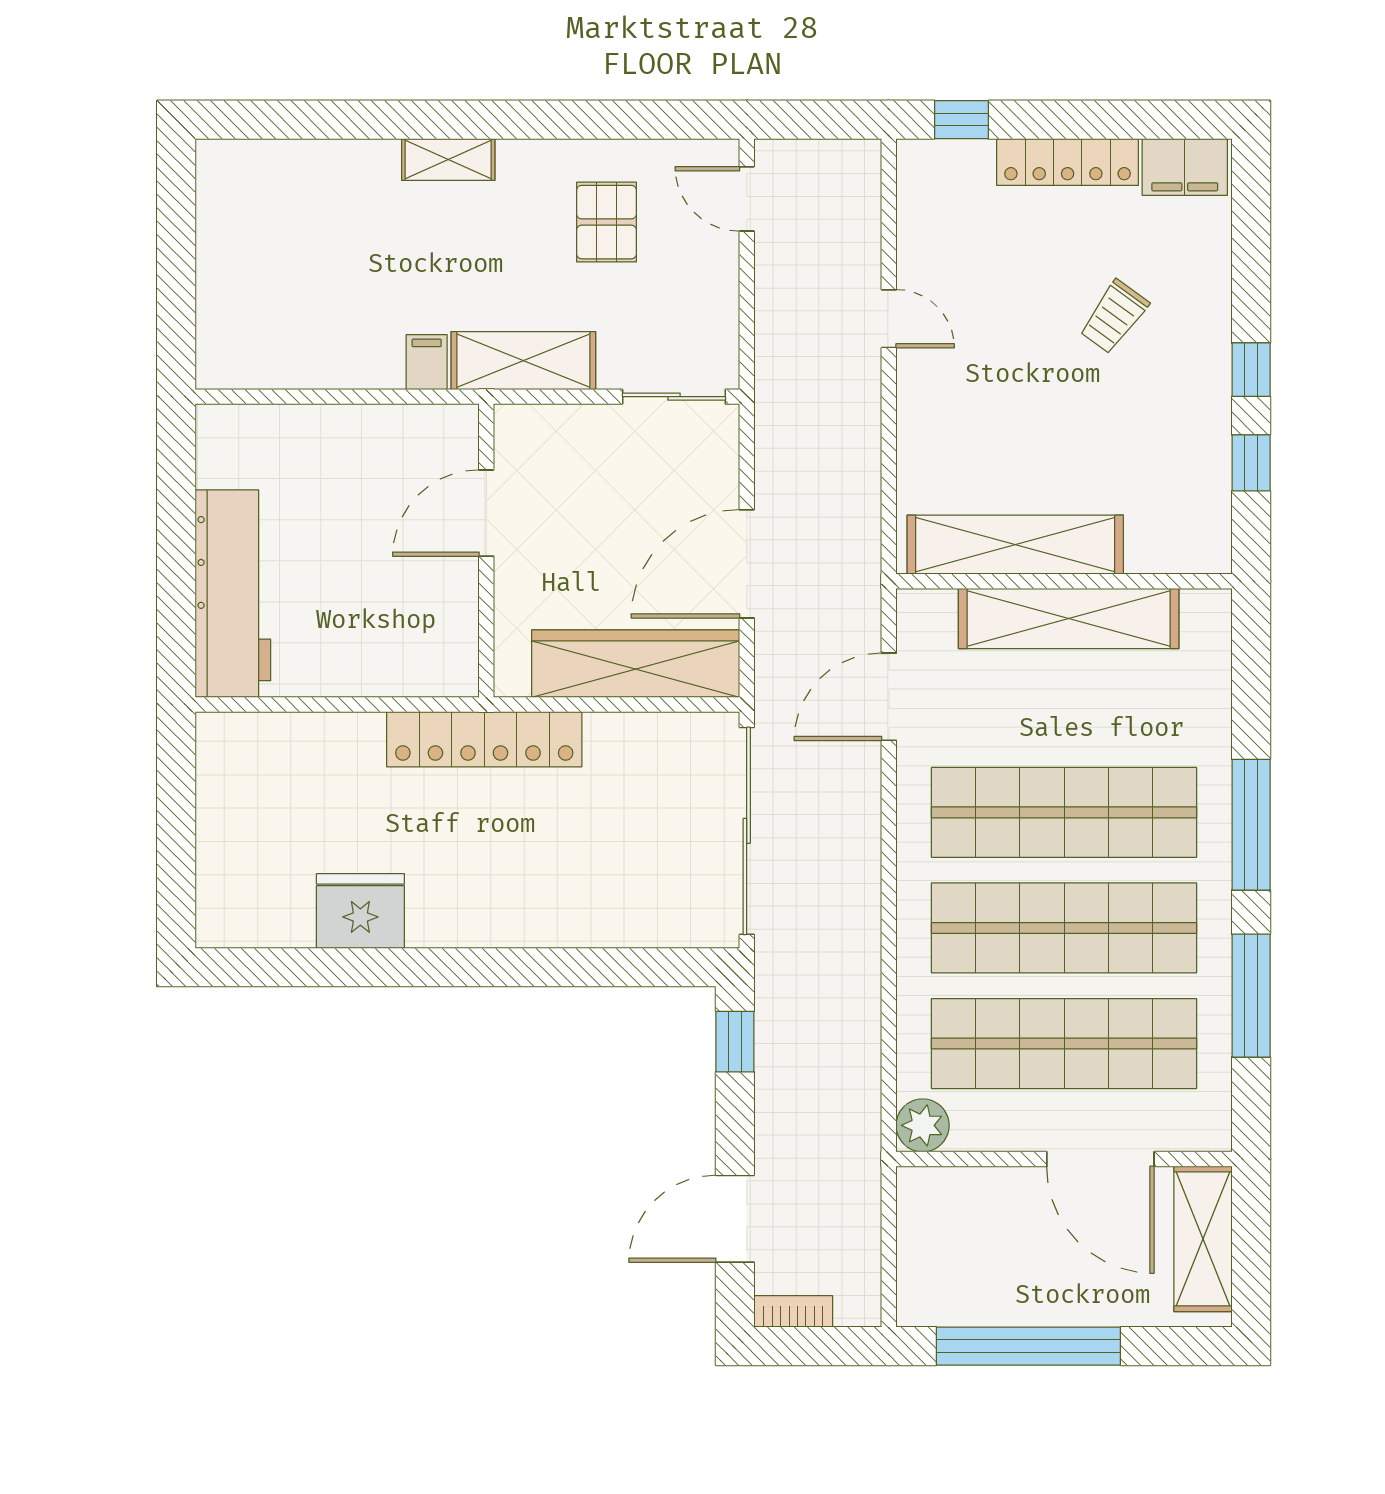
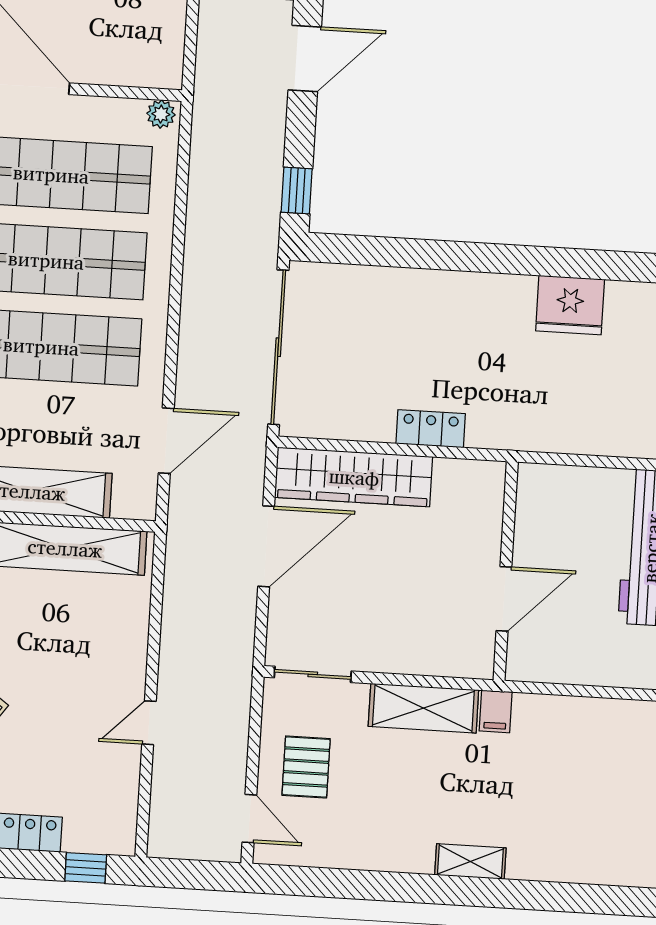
pallet: (606, 222) -> (306, 767), moved
door: (889, 319) -> (149, 723), hinge flipped
door: (486, 513) -> (504, 599), moved
wall: (486, 551) -> (506, 571), moved
locker: (484, 739) -> (431, 429), width x0.46, depth x0.83
plant: (923, 1125) -> (161, 114), width x0.73, depth x0.73

